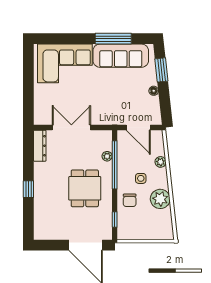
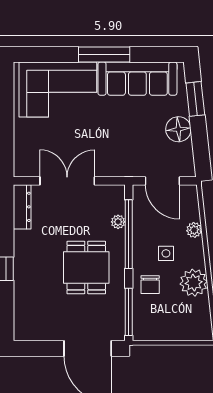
window: (113, 39) -> (104, 54), moved
floor lamp: (154, 91) -> (178, 129), width x1.89, depth x1.89
window: (115, 219) -> (129, 312), width x2.17

